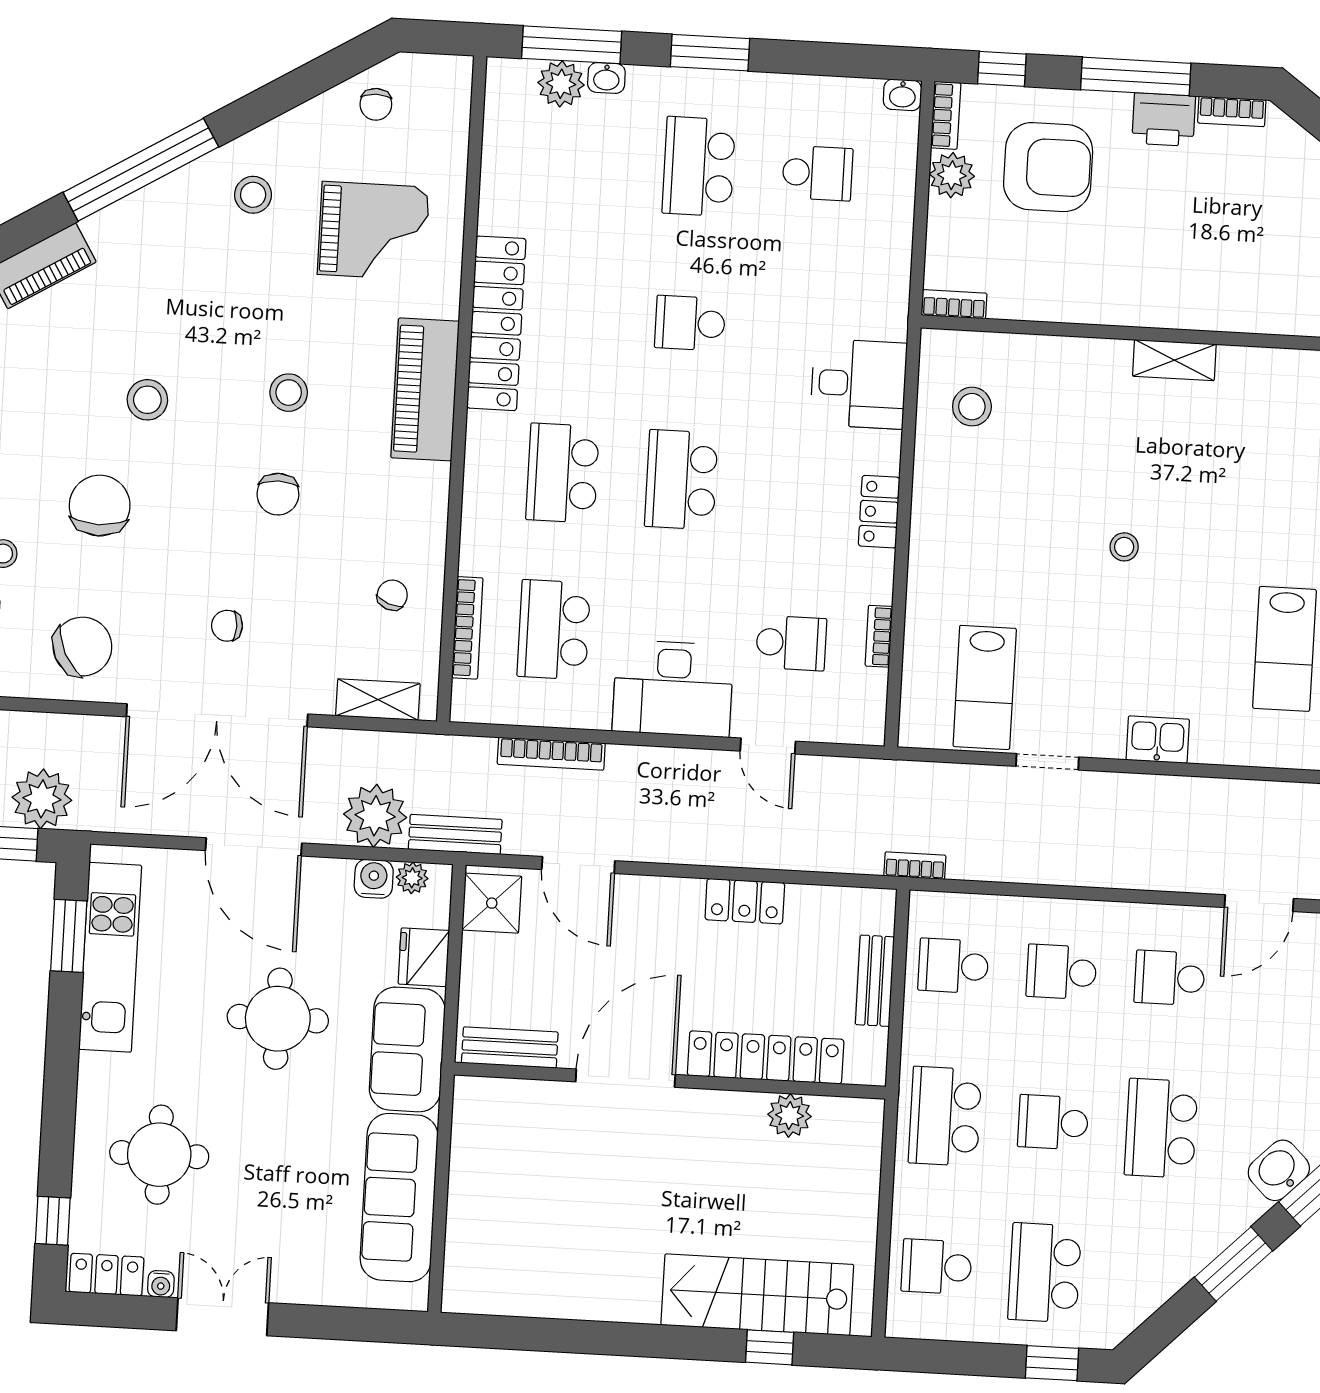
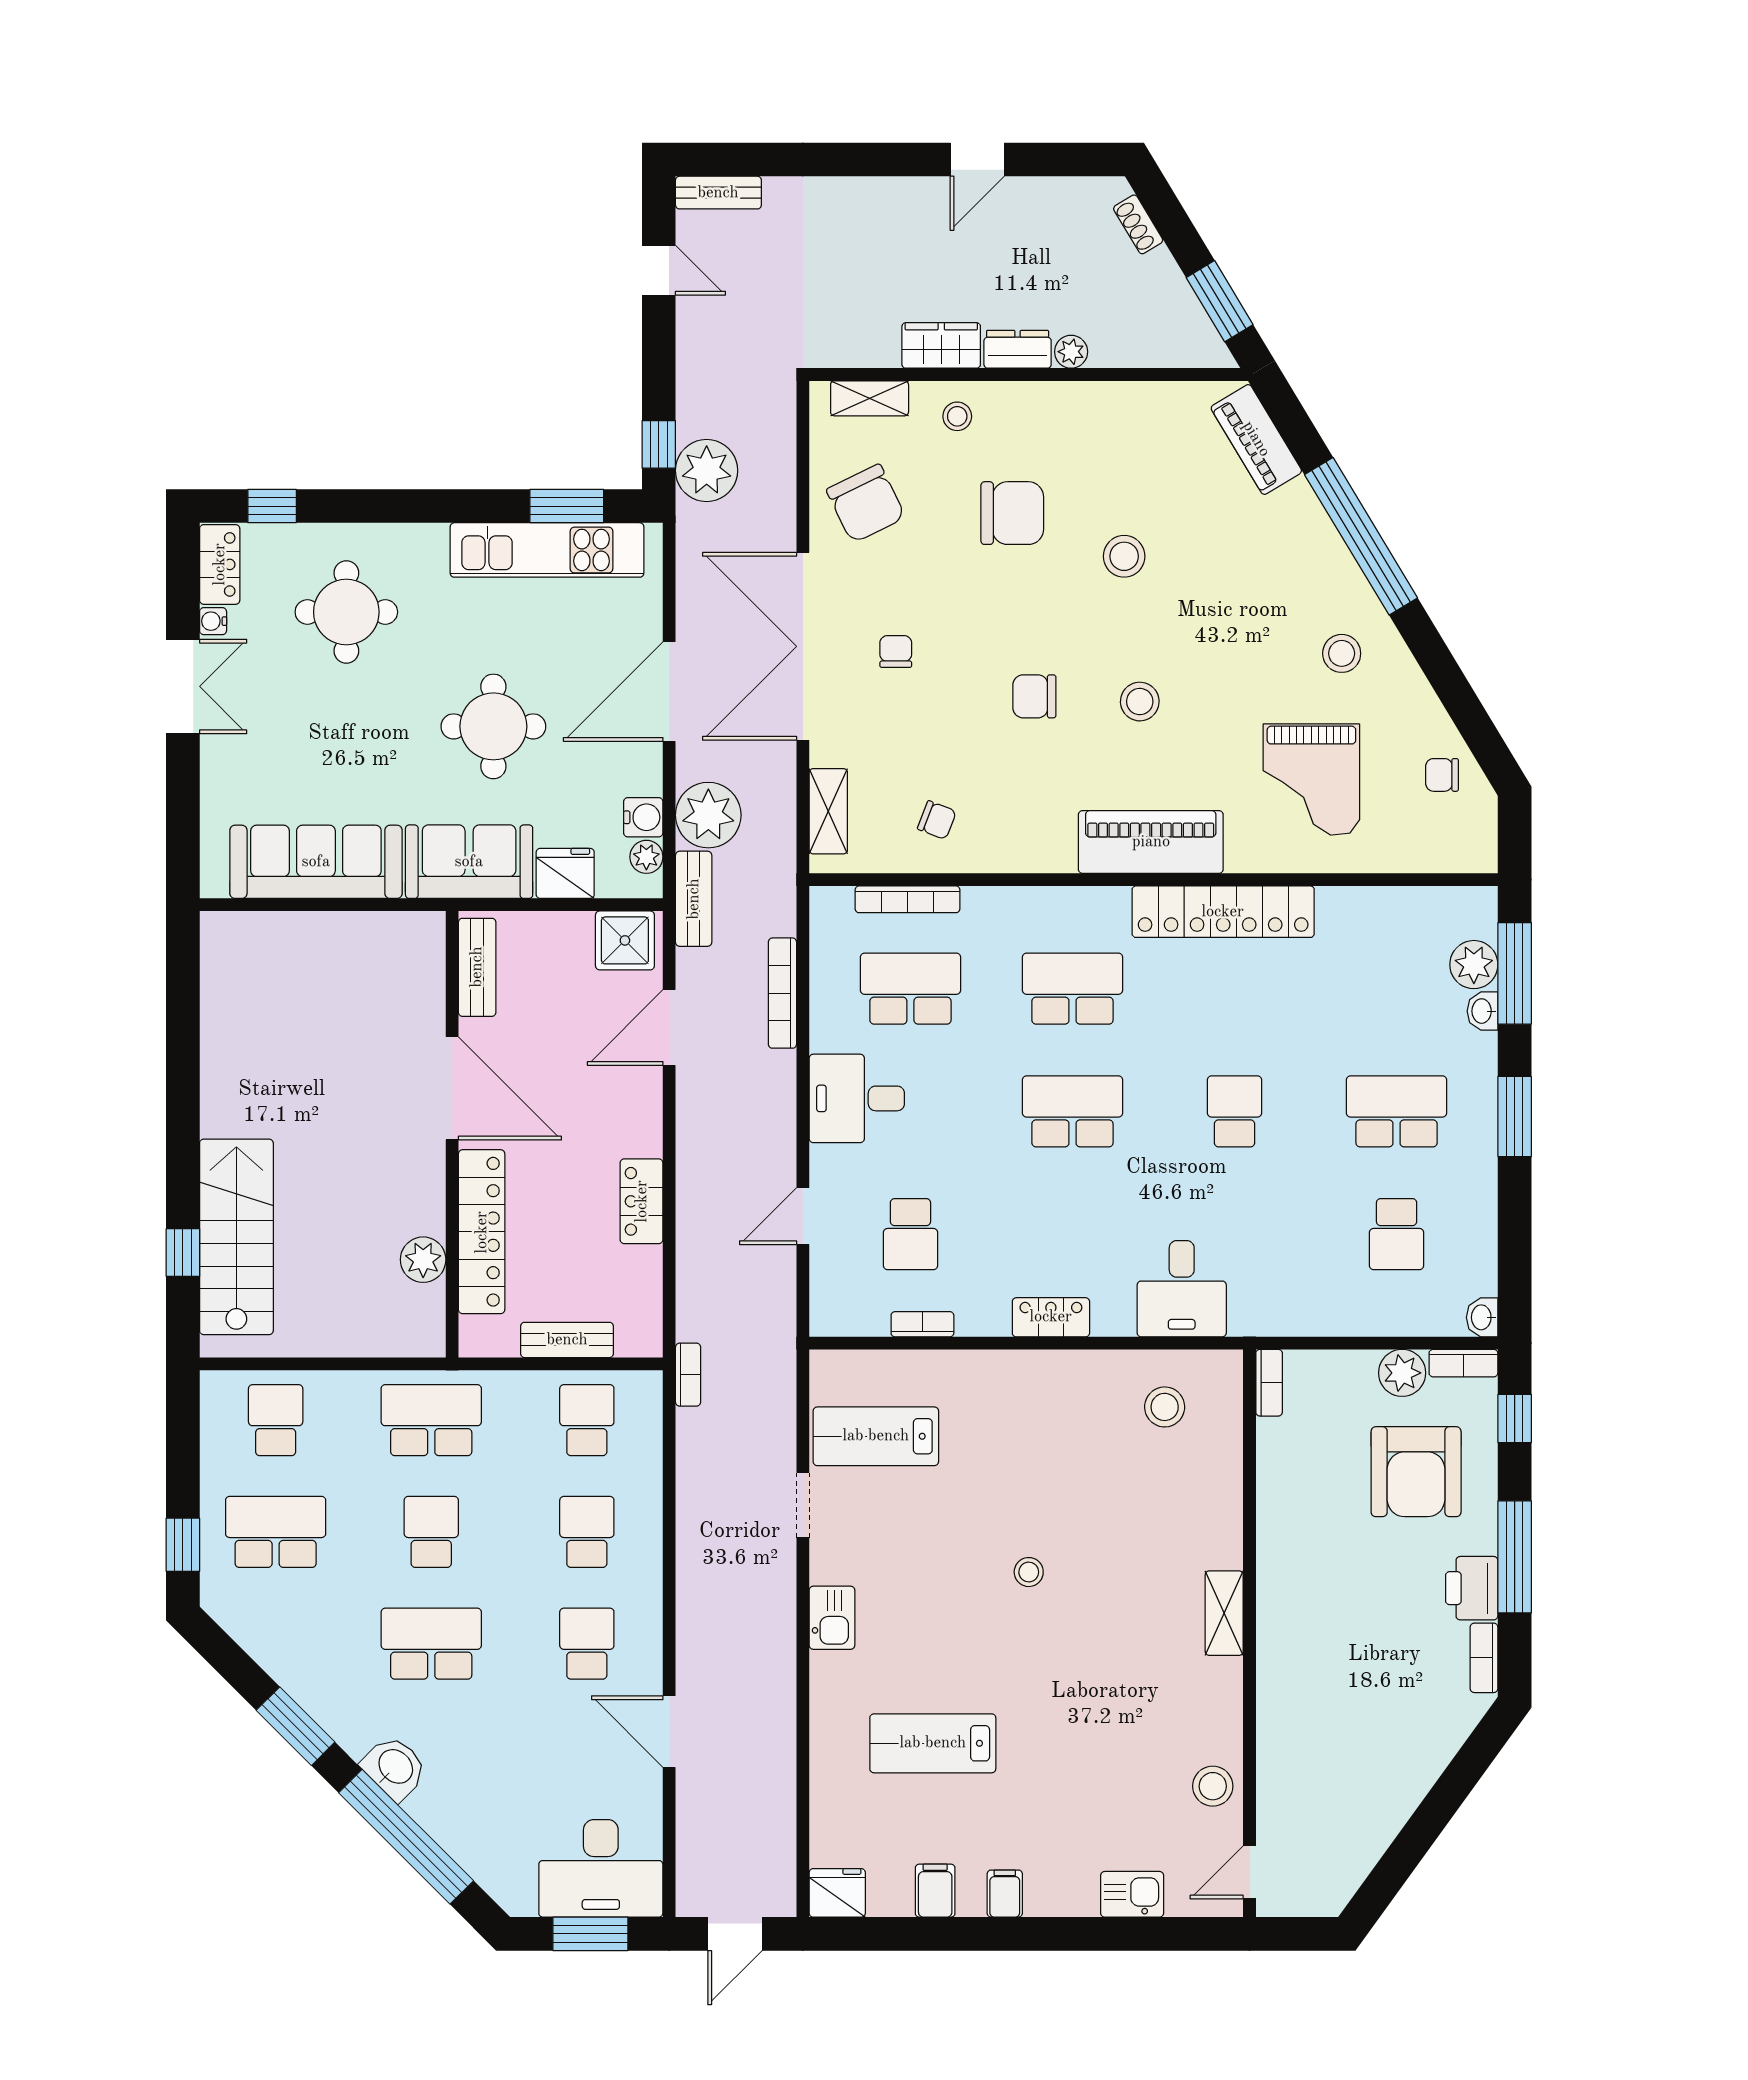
desk: (673, 688) -> (857, 1098), width x0.73

